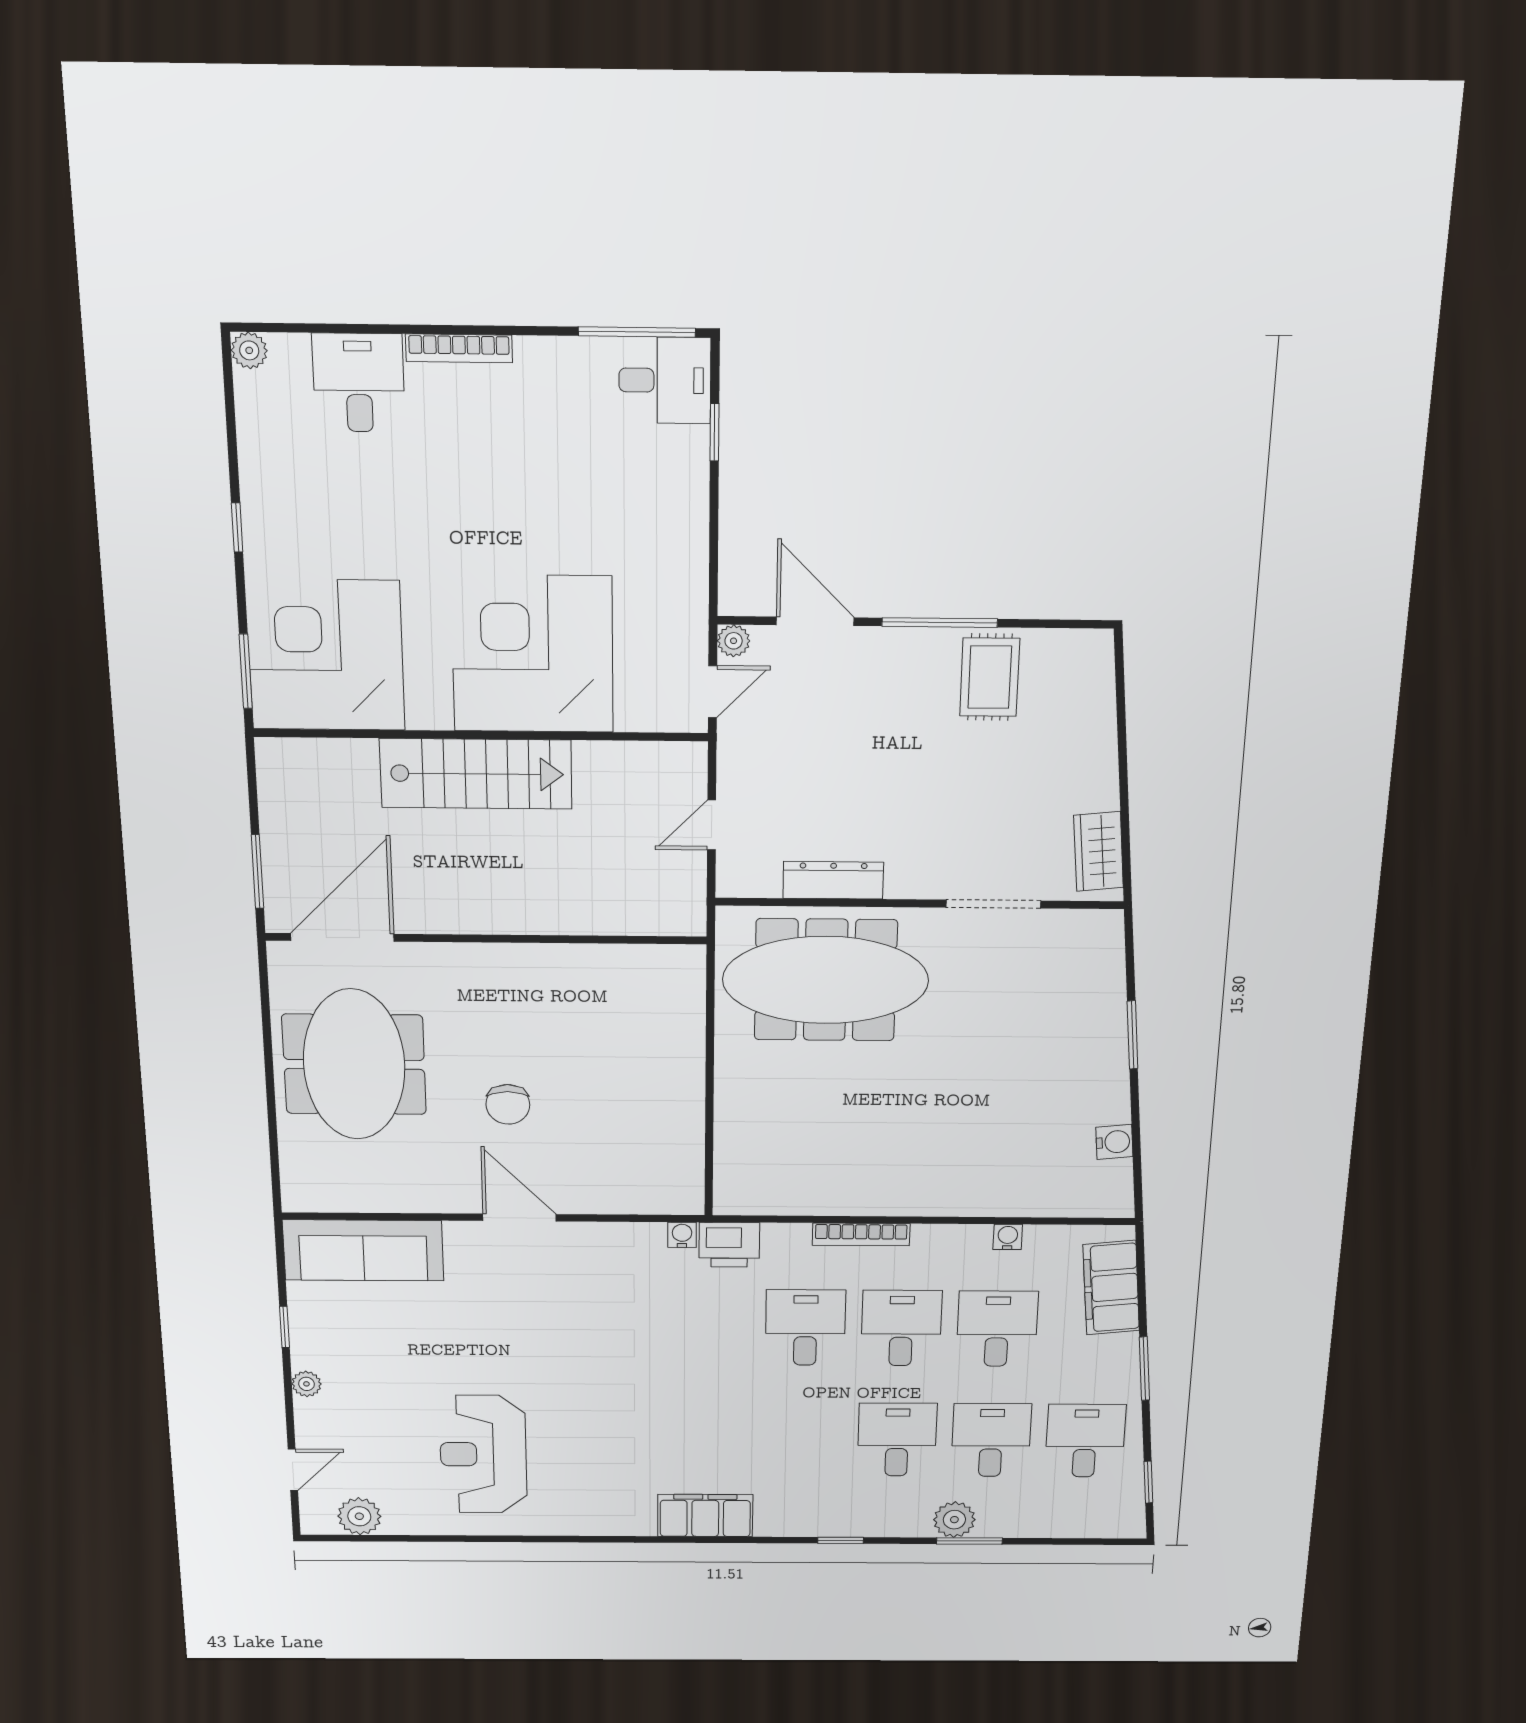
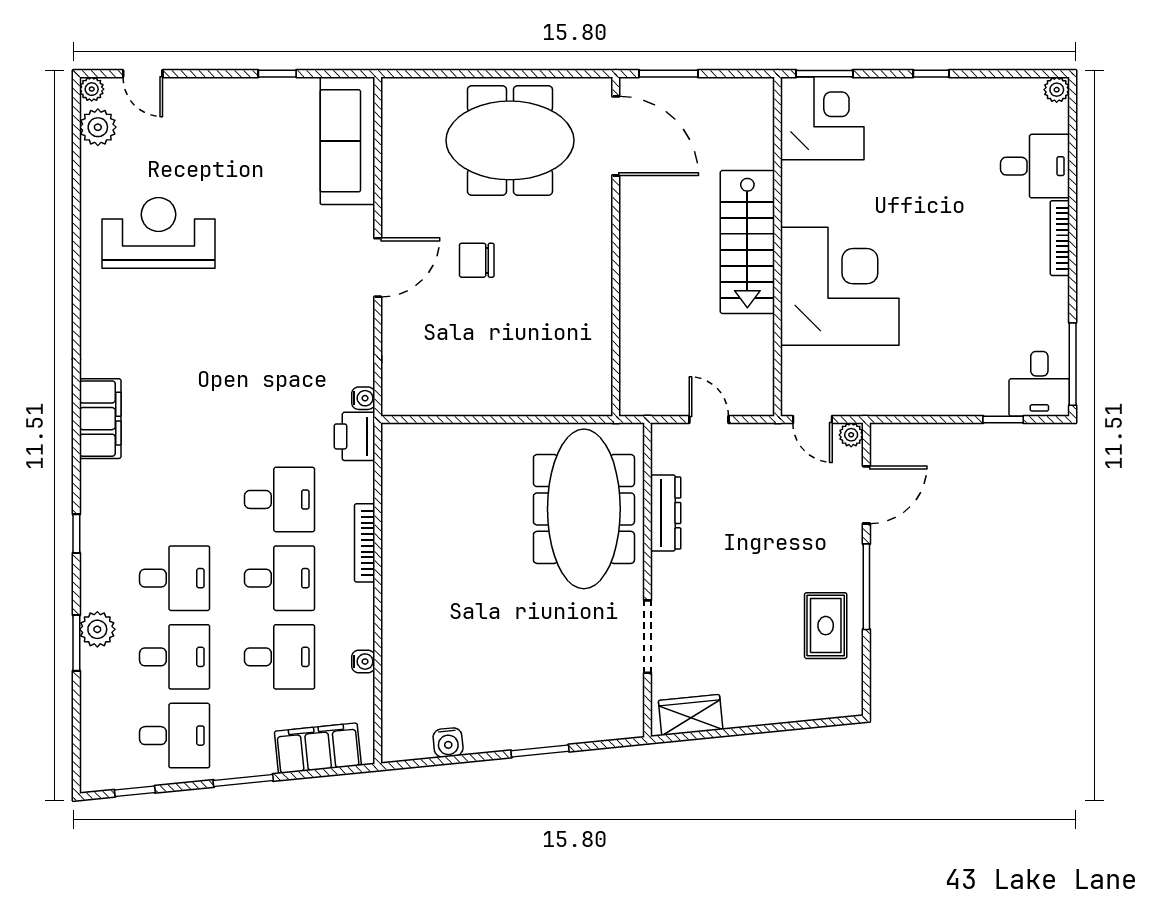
corner desk: (326, 655) -> (822, 118), width x0.74, depth x0.74
rug: (990, 677) -> (826, 626), turned 90
plant: (306, 1384) -> (92, 89), moved

